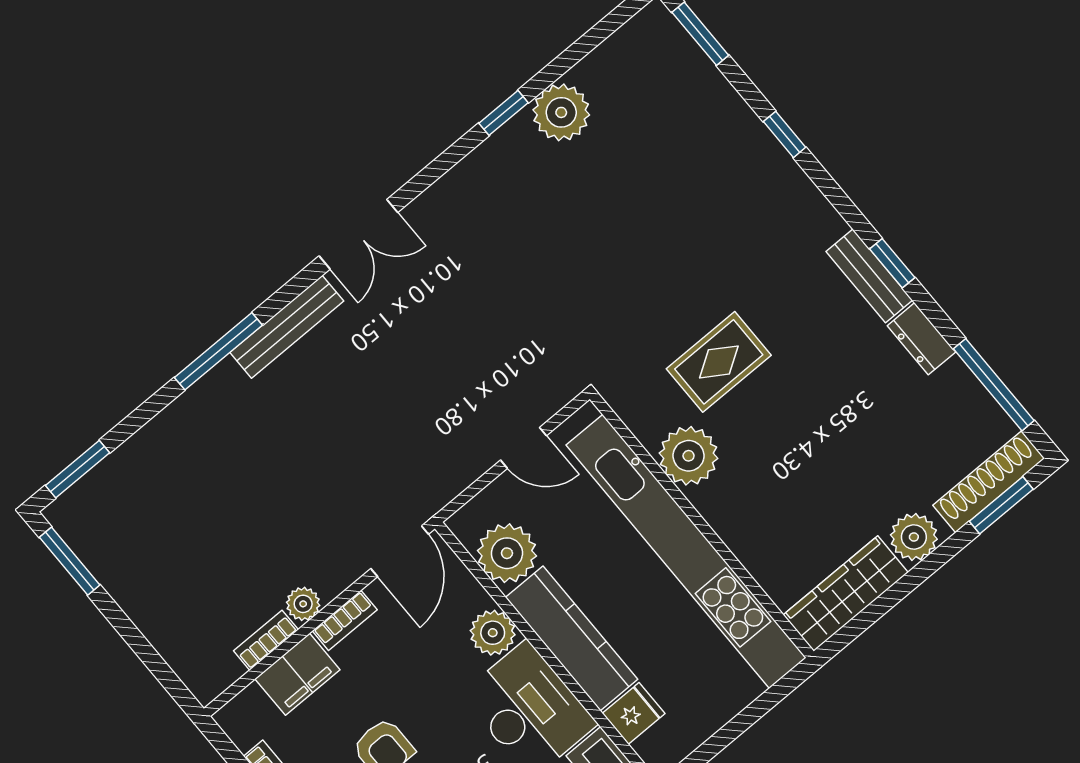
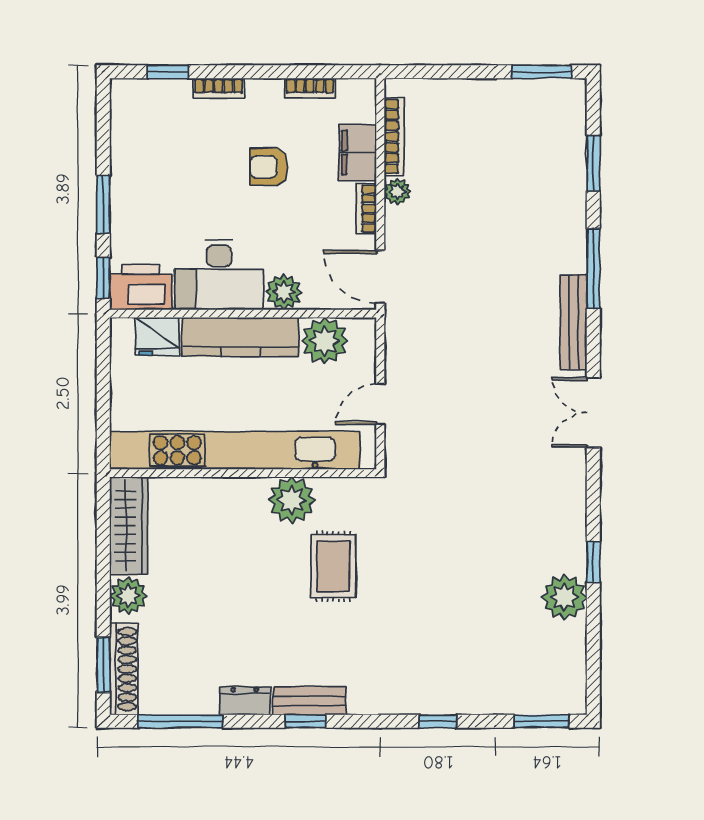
window: (77, 469) -> (593, 163), moved
bookcase: (266, 640) -> (394, 136), width x1.56
fridge: (634, 713) -> (157, 336), width x1.38

